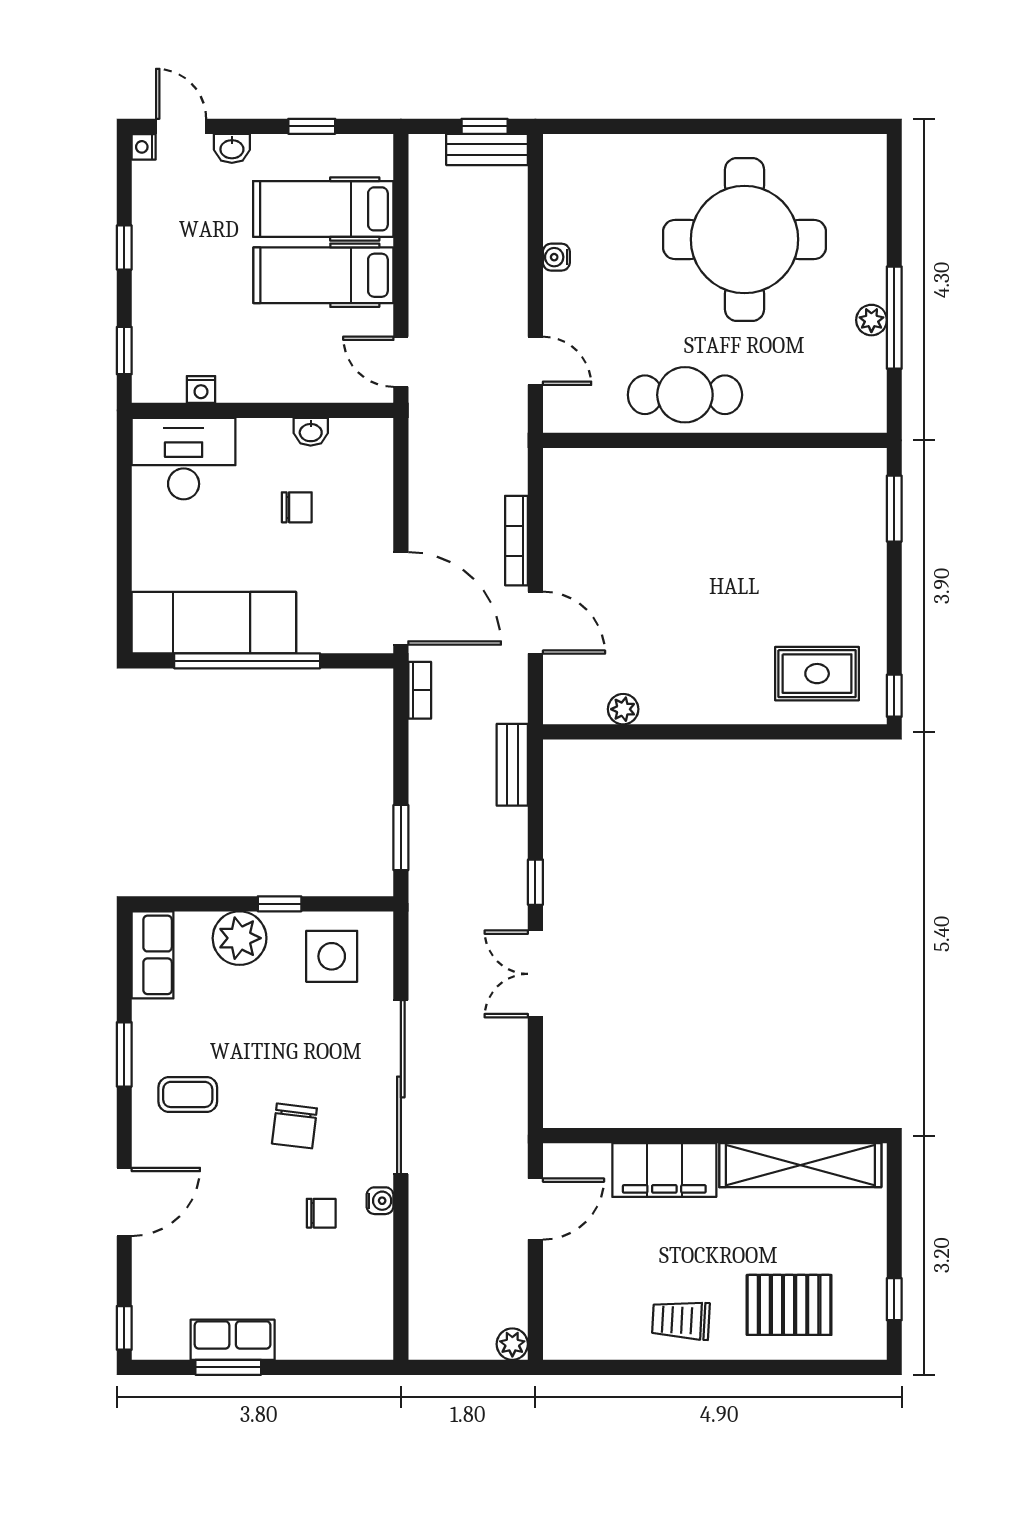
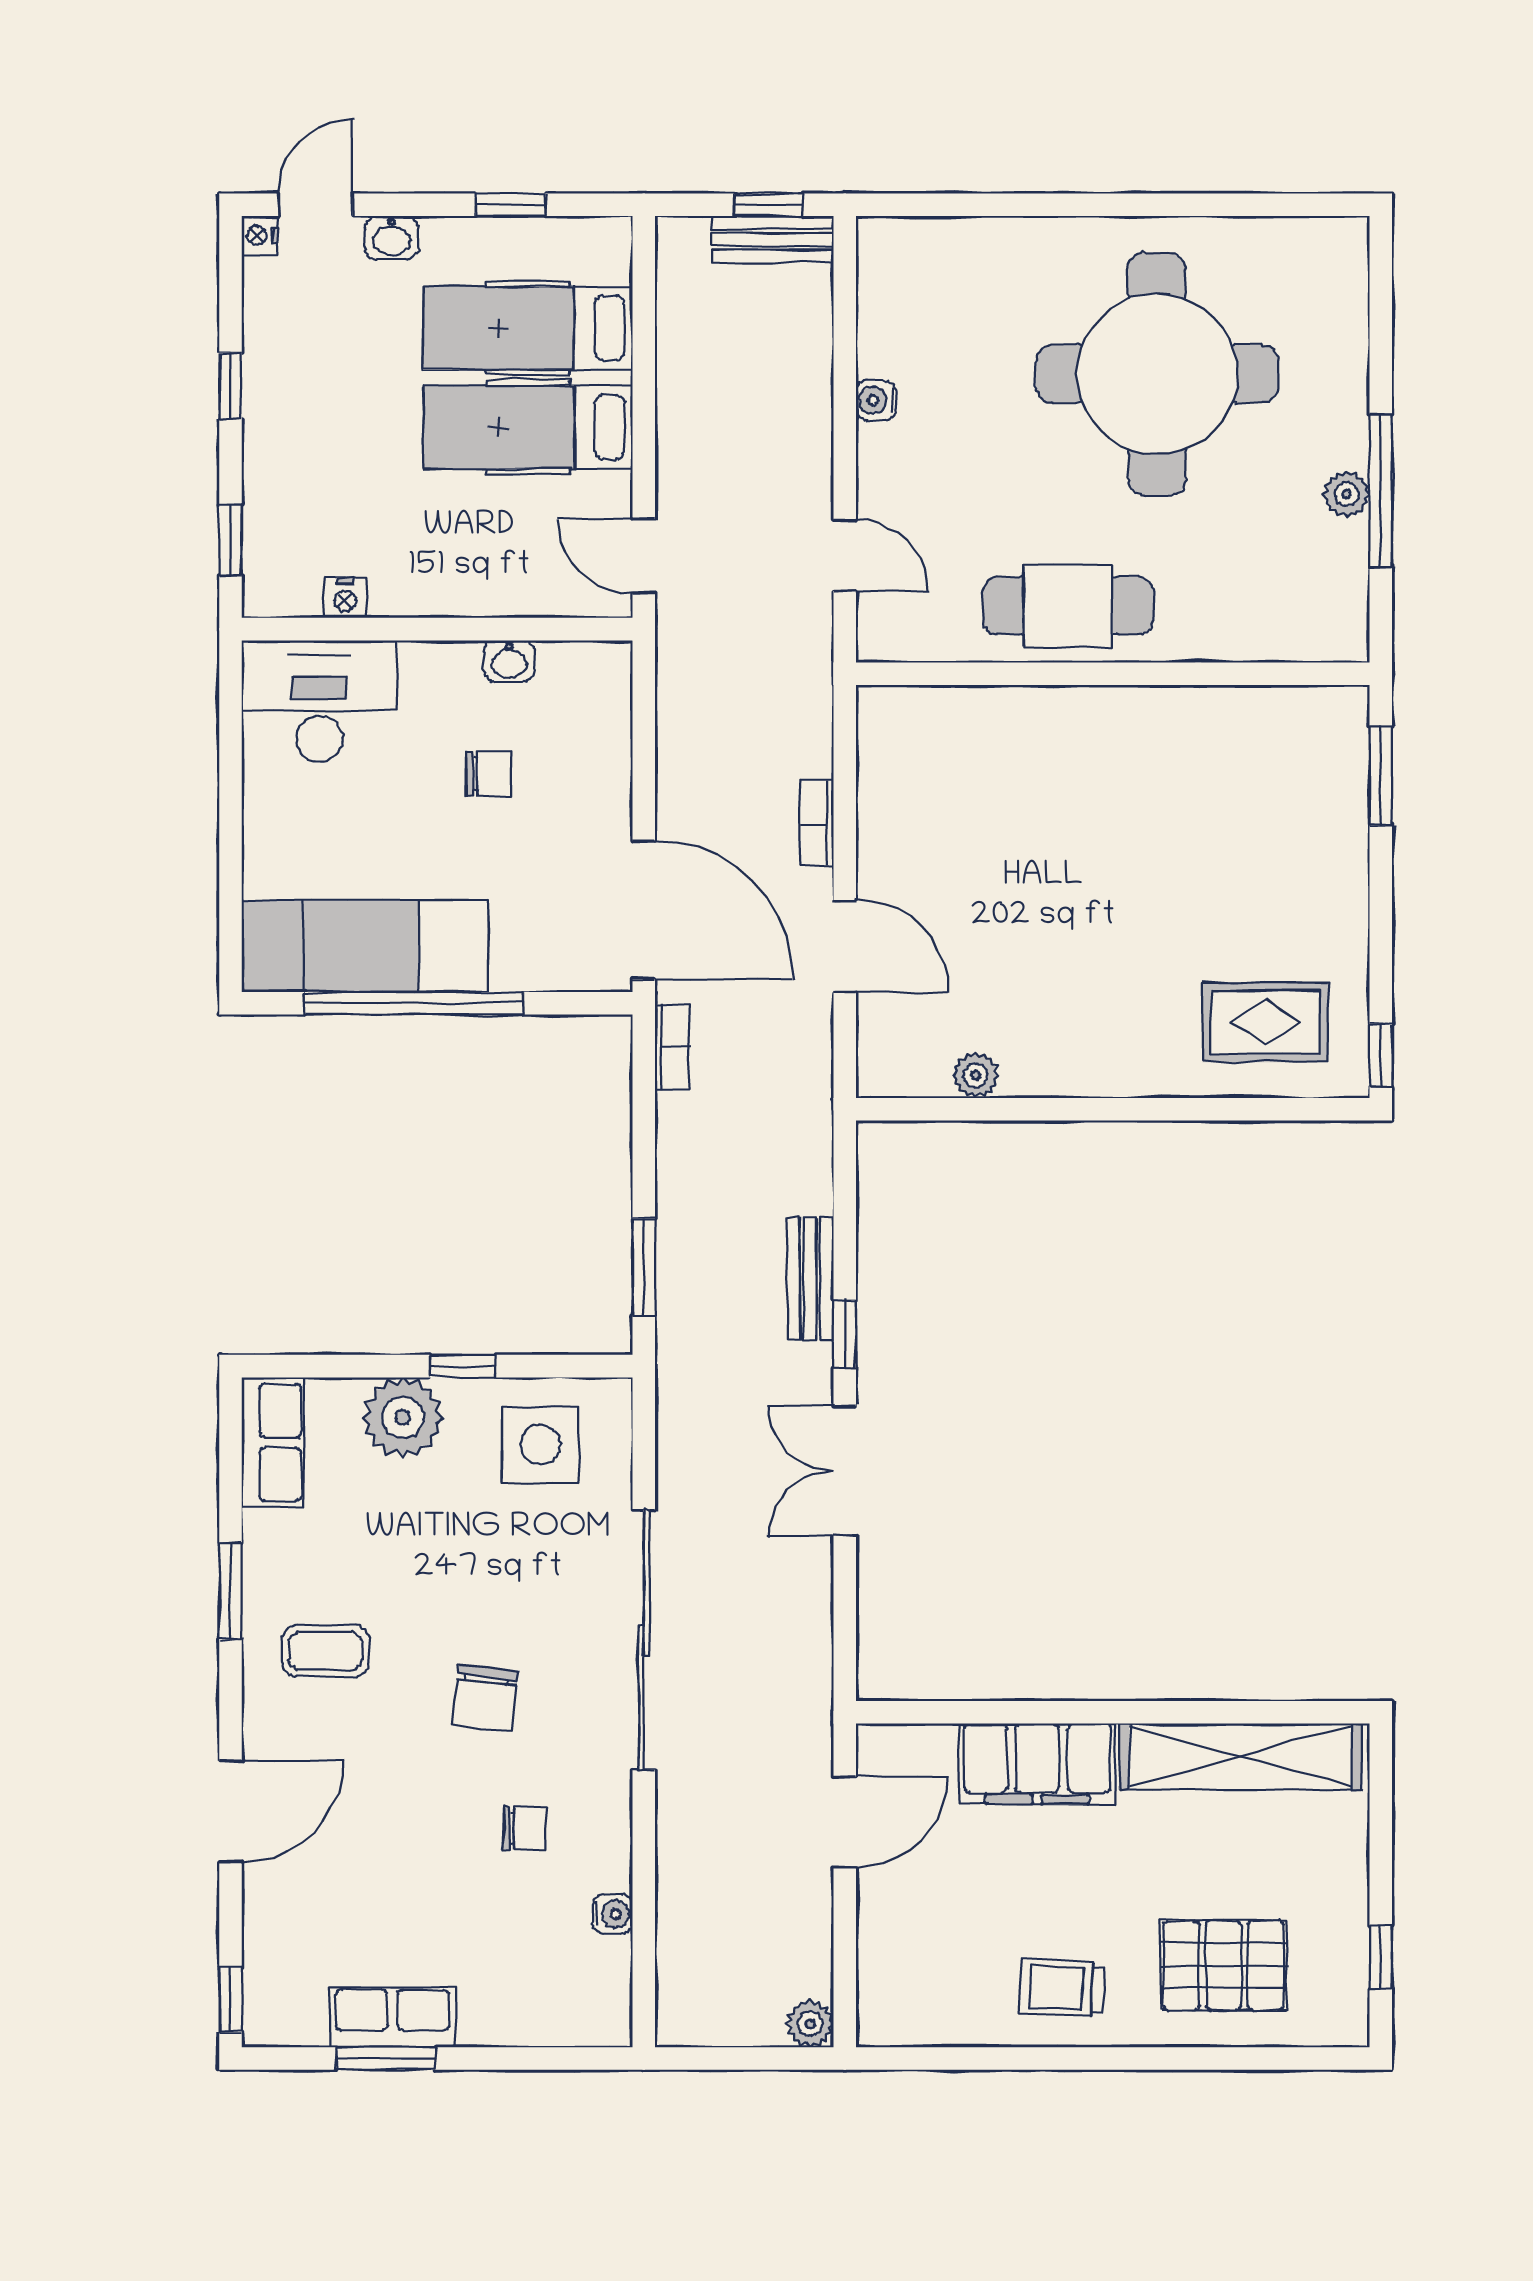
door: (181, 126) -> (316, 205), hinge flipped
bookcase: (516, 541) -> (816, 824), width x0.64
bench: (512, 765) -> (810, 1279), moved
water cooler: (380, 1201) -> (613, 1914), moved

